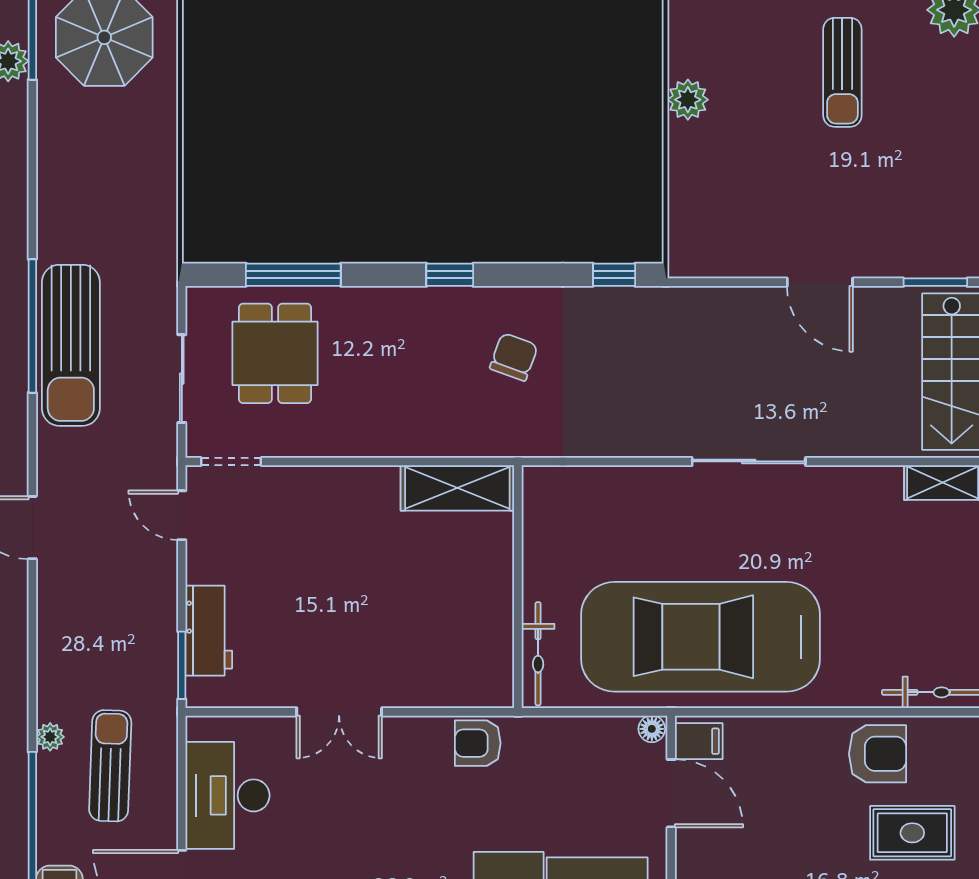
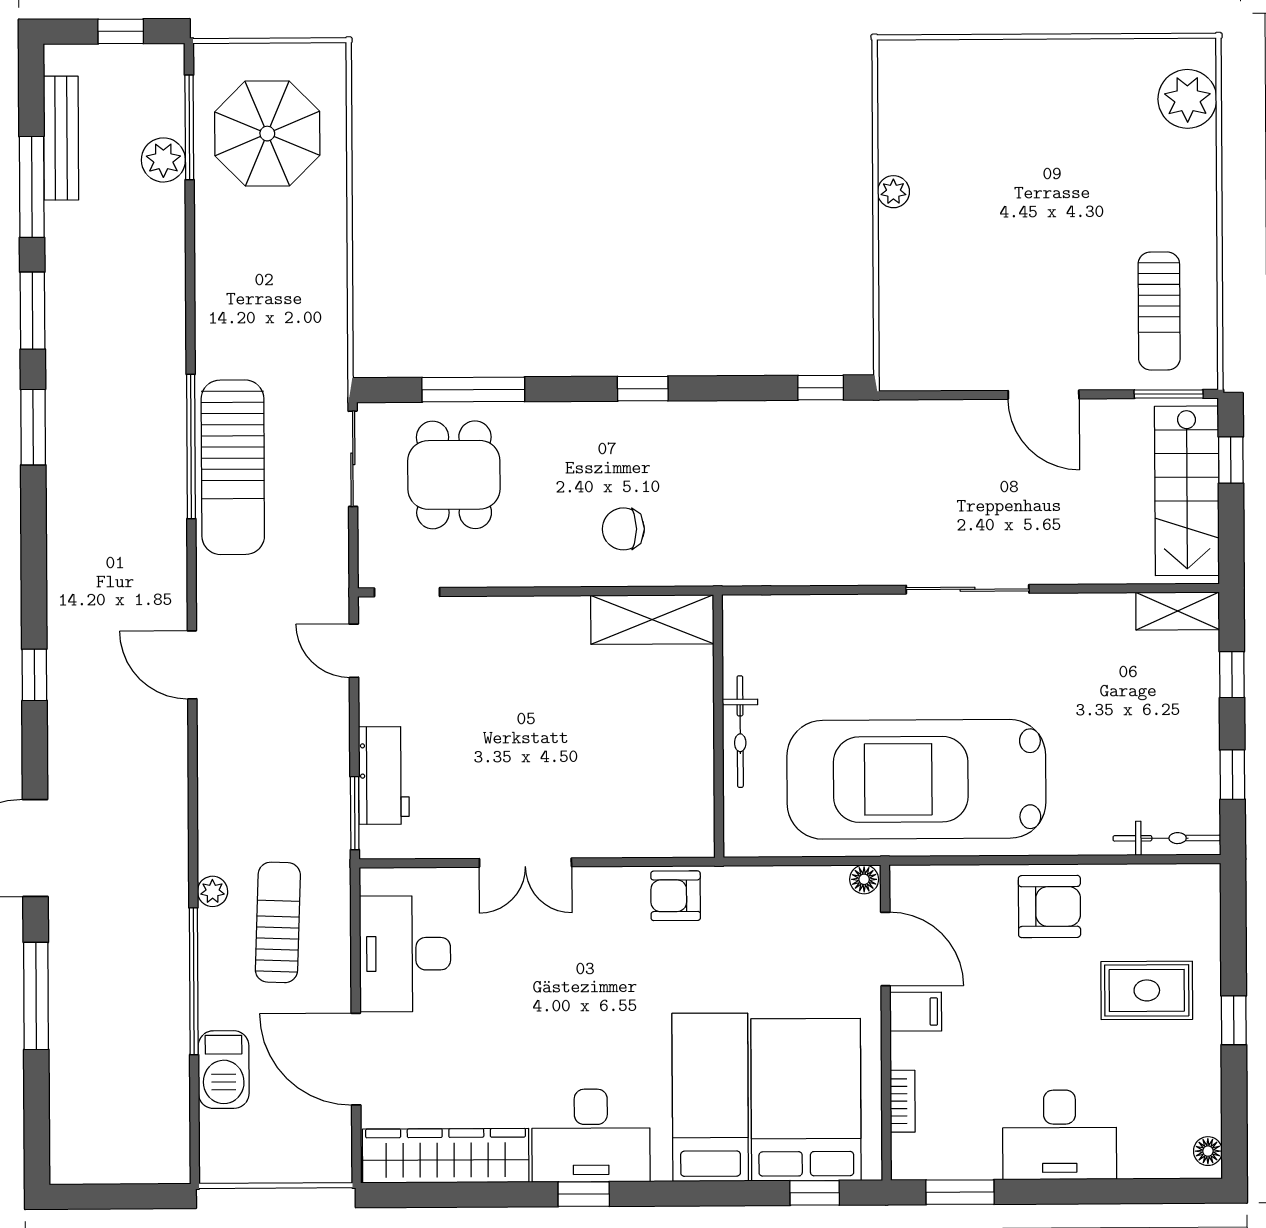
sun lounger: (842, 72) -> (1159, 311), moved
plant: (688, 100) -> (893, 192), width x0.73, depth x0.73
chair: (514, 357) -> (623, 529), moved, turned -110
sliding door: (182, 379) -> (353, 459), moved
bicycle: (538, 654) -> (740, 732), moved
filing cabinet: (699, 741) -> (916, 1012), moved
armchair: (877, 754) -> (1049, 906), moved

